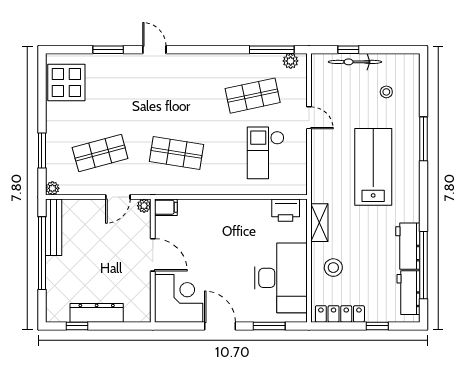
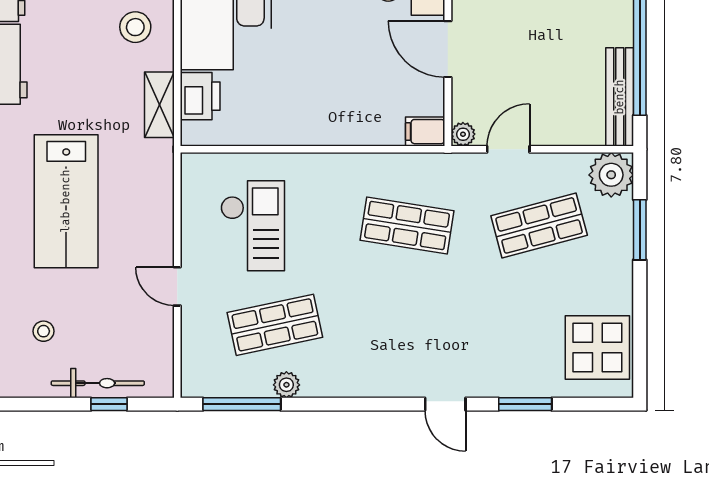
plant: (291, 61) -> (286, 385), moved
plant: (52, 188) -> (611, 175), width x1.87, depth x1.87
printer: (286, 210) -> (200, 96), moved, turned 90

